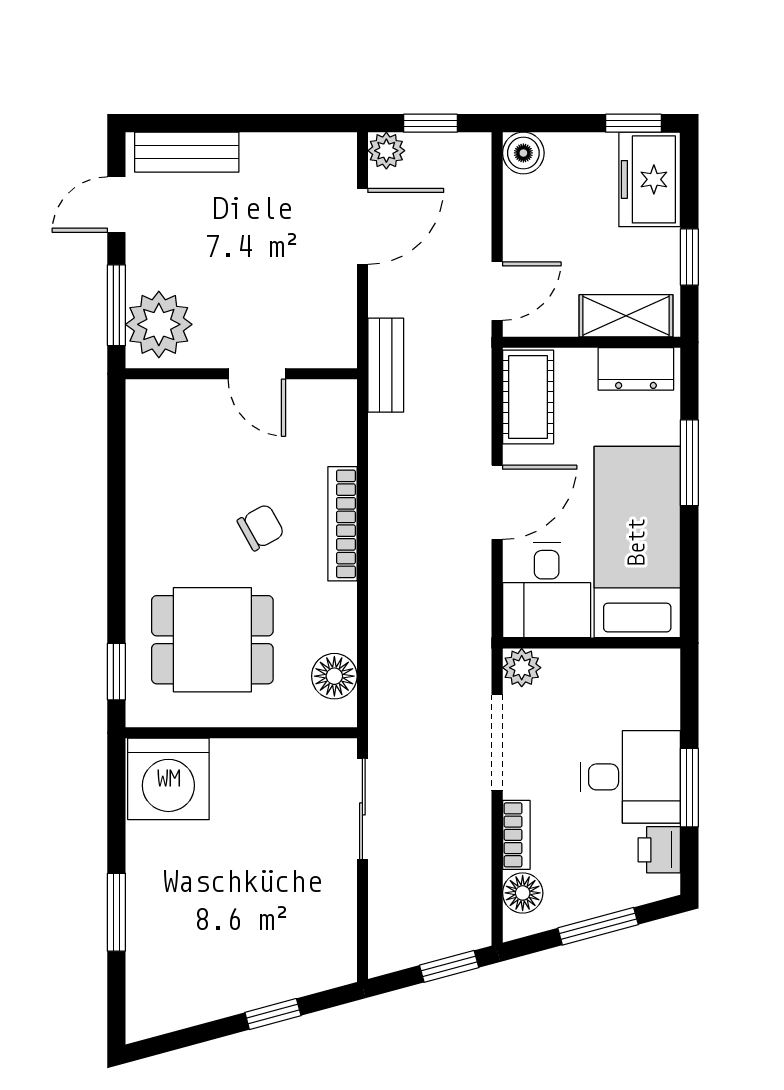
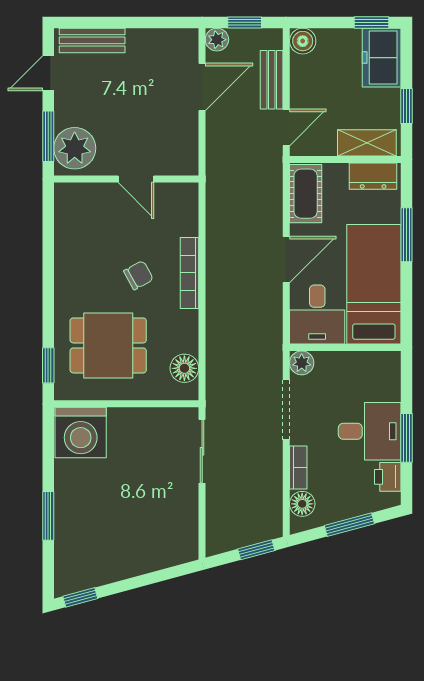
bench: (386, 365) -> (272, 80), moved
window: (273, 1014) -> (80, 597), moved

